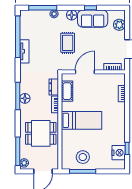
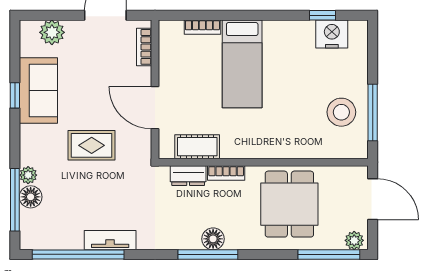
floor lamp: (72, 15) -> (31, 197), moved
bed: (82, 120) -> (242, 64), moved, turned 180

